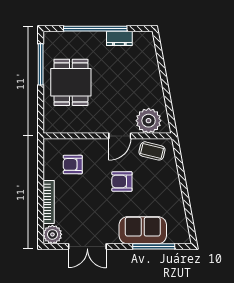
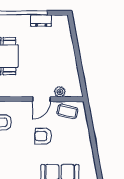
plant: (149, 121) -> (60, 92), width x0.53, depth x0.53

